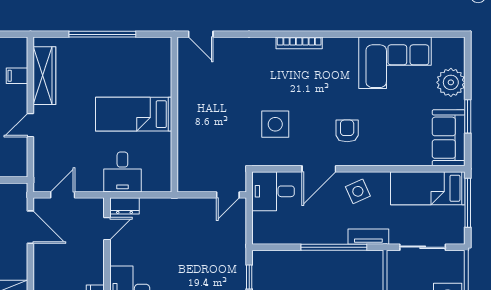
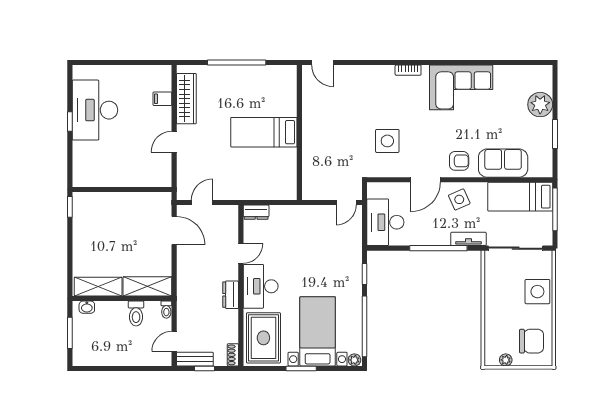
bookcase: (299, 43) -> (408, 70), width x0.64
corner sofa: (395, 63) -> (461, 87), moved
armchair: (347, 131) -> (459, 161), moved, turned 90
sofa: (449, 138) -> (503, 163), moved, turned 90
desk: (122, 172) -> (254, 183), removed
desk: (273, 191) -> (385, 222), moved, width x1.37
door: (107, 229) -> (241, 253), moved
sliding door: (423, 247) -> (516, 248), width x1.37

